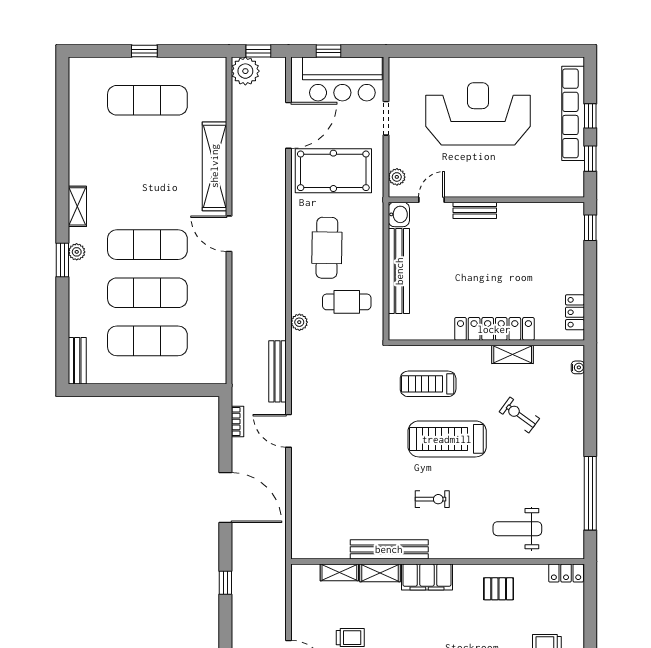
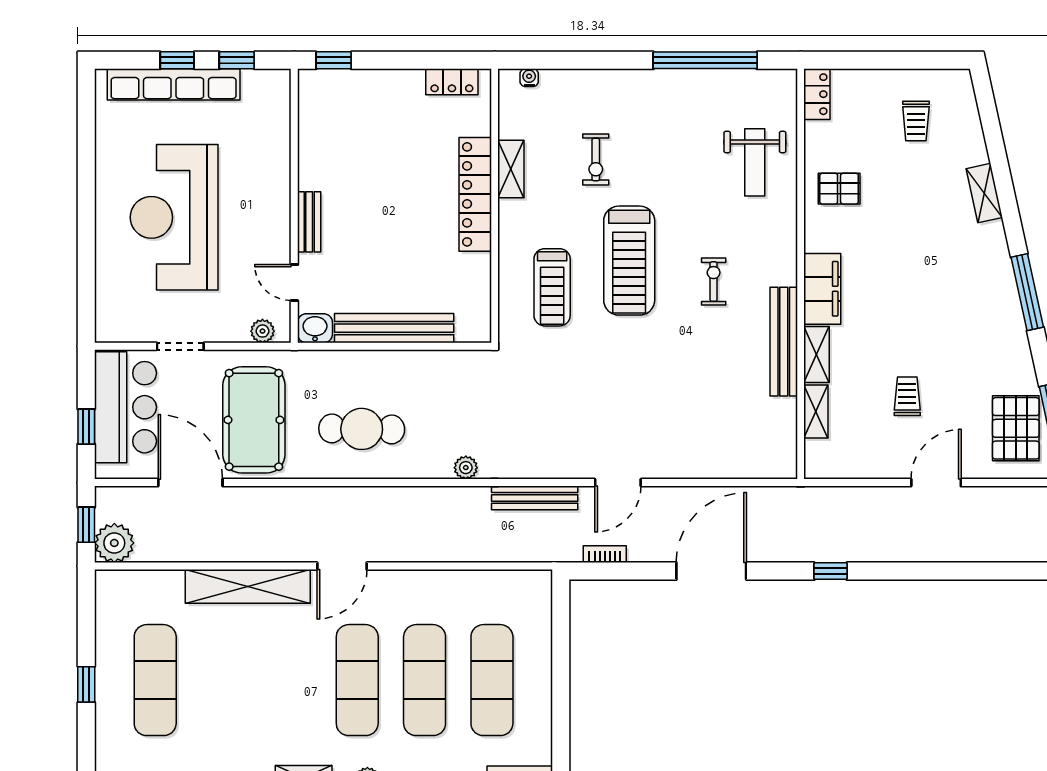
cafe table: (347, 302) -> (437, 401), removed
exercise bike: (519, 415) -> (596, 160), turned -36
pallet: (499, 589) -> (839, 189), turned 90

